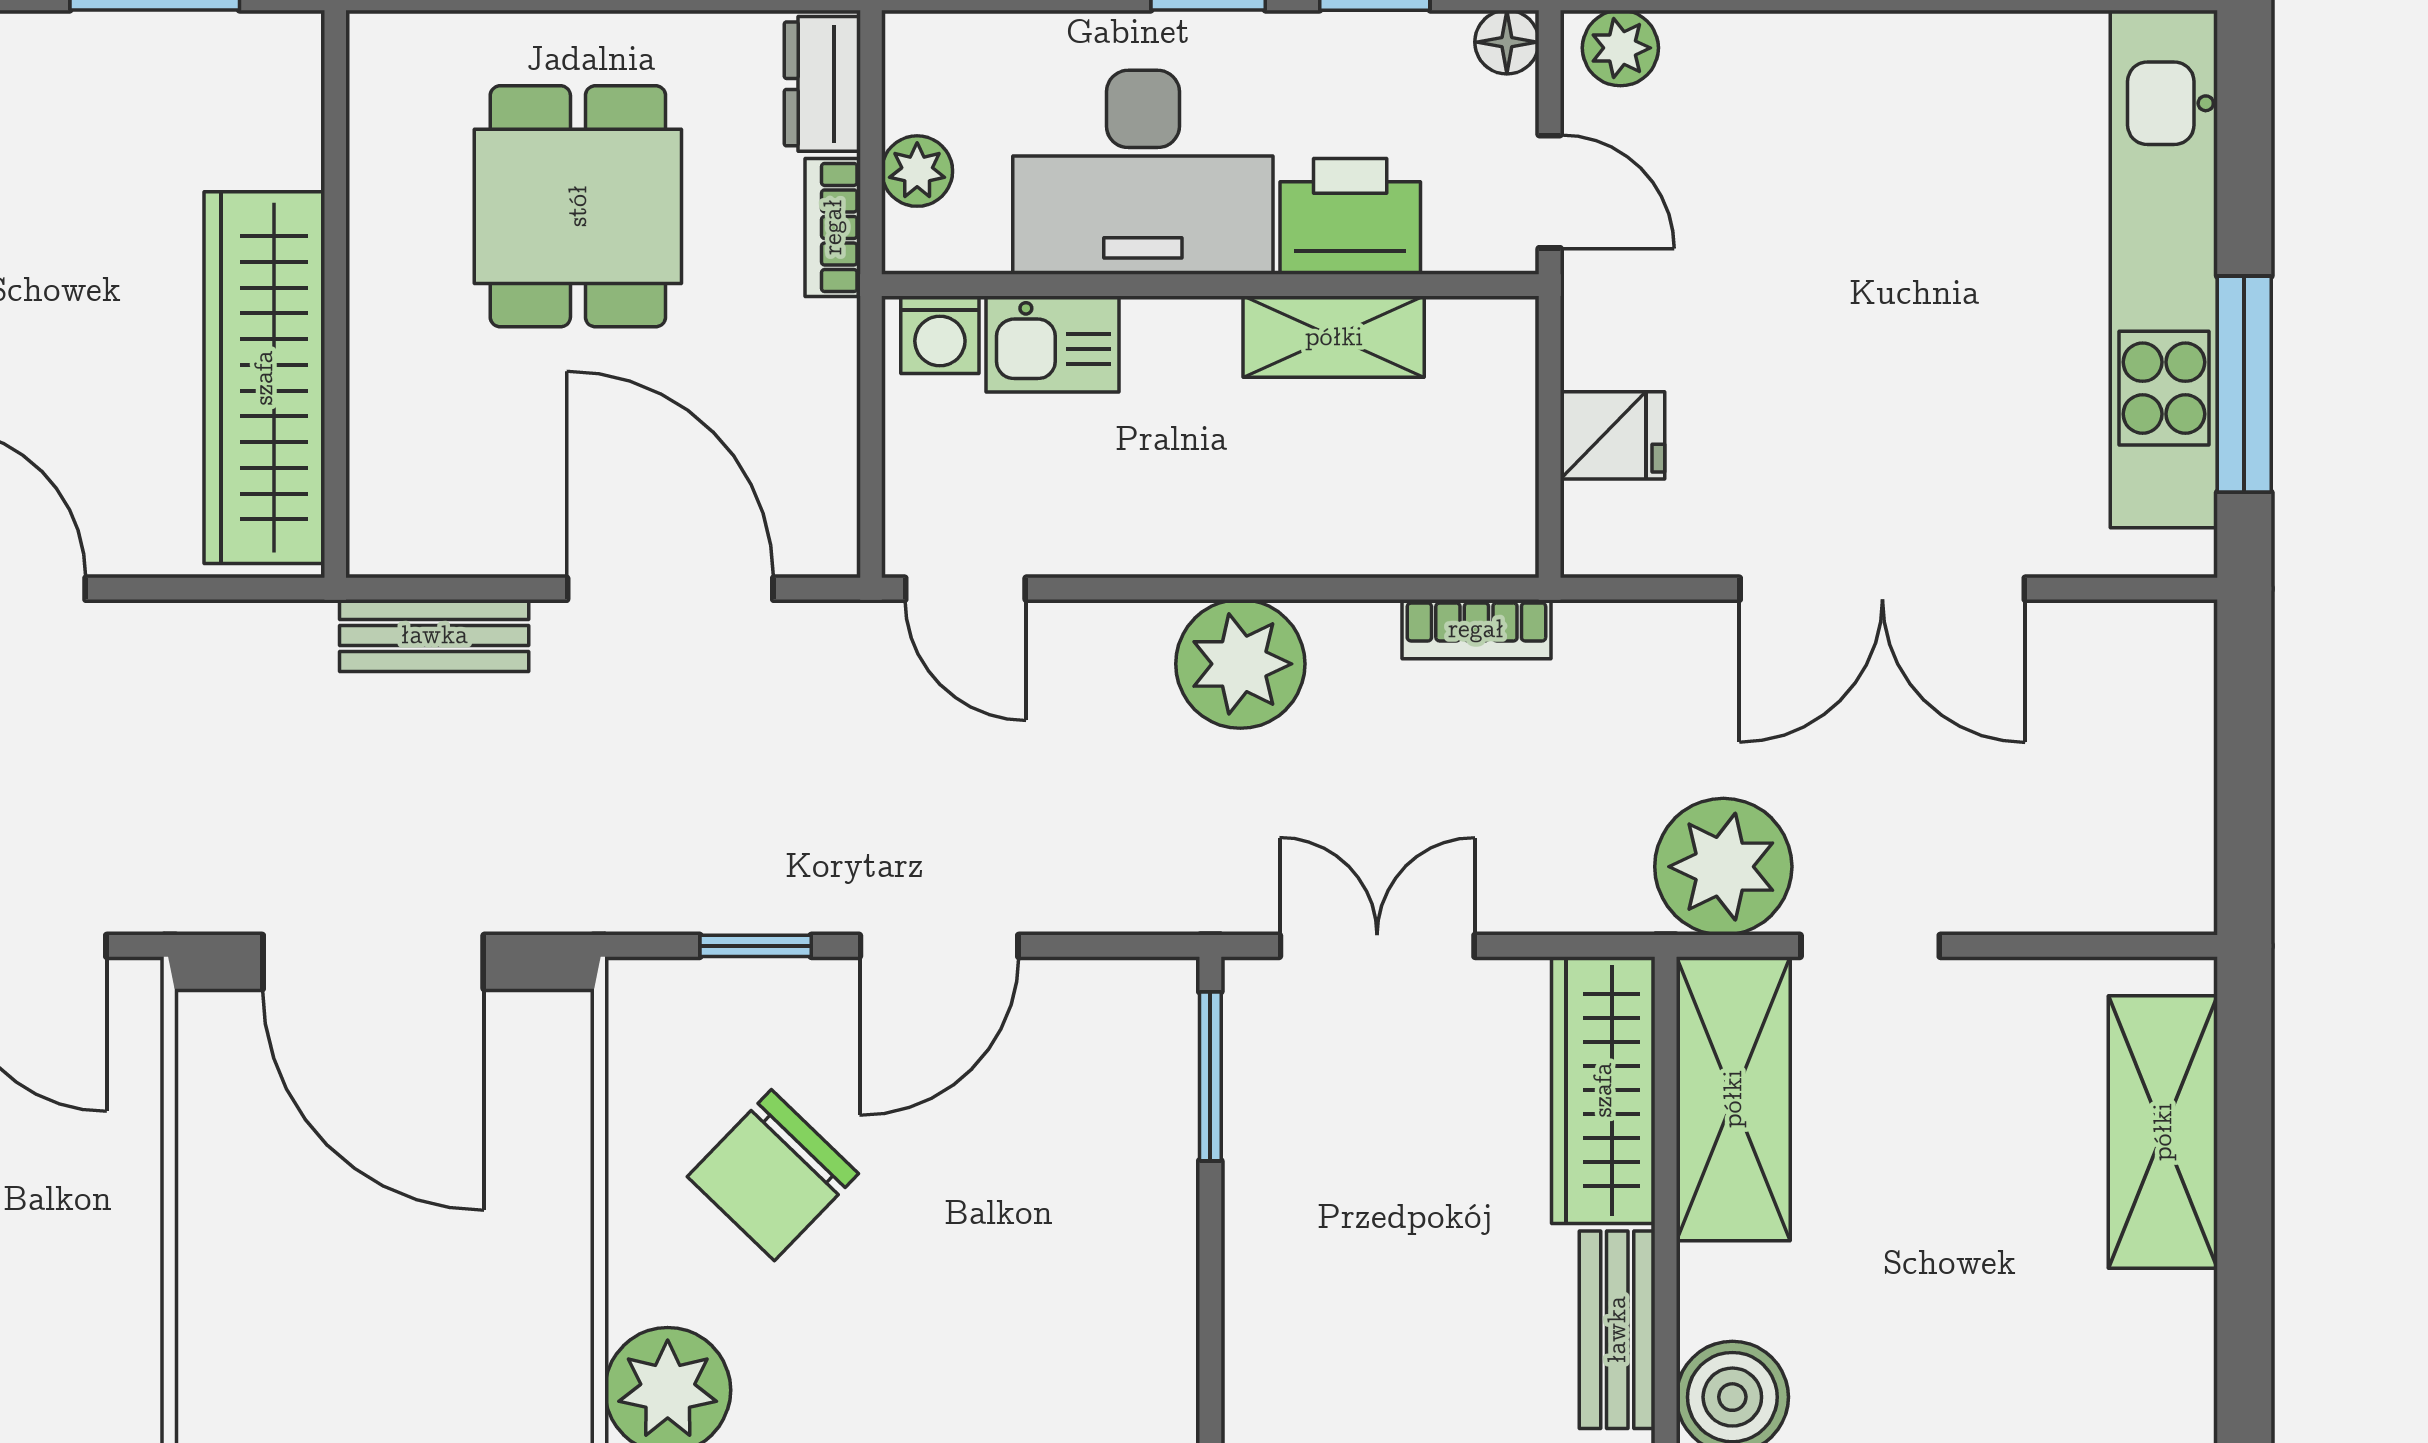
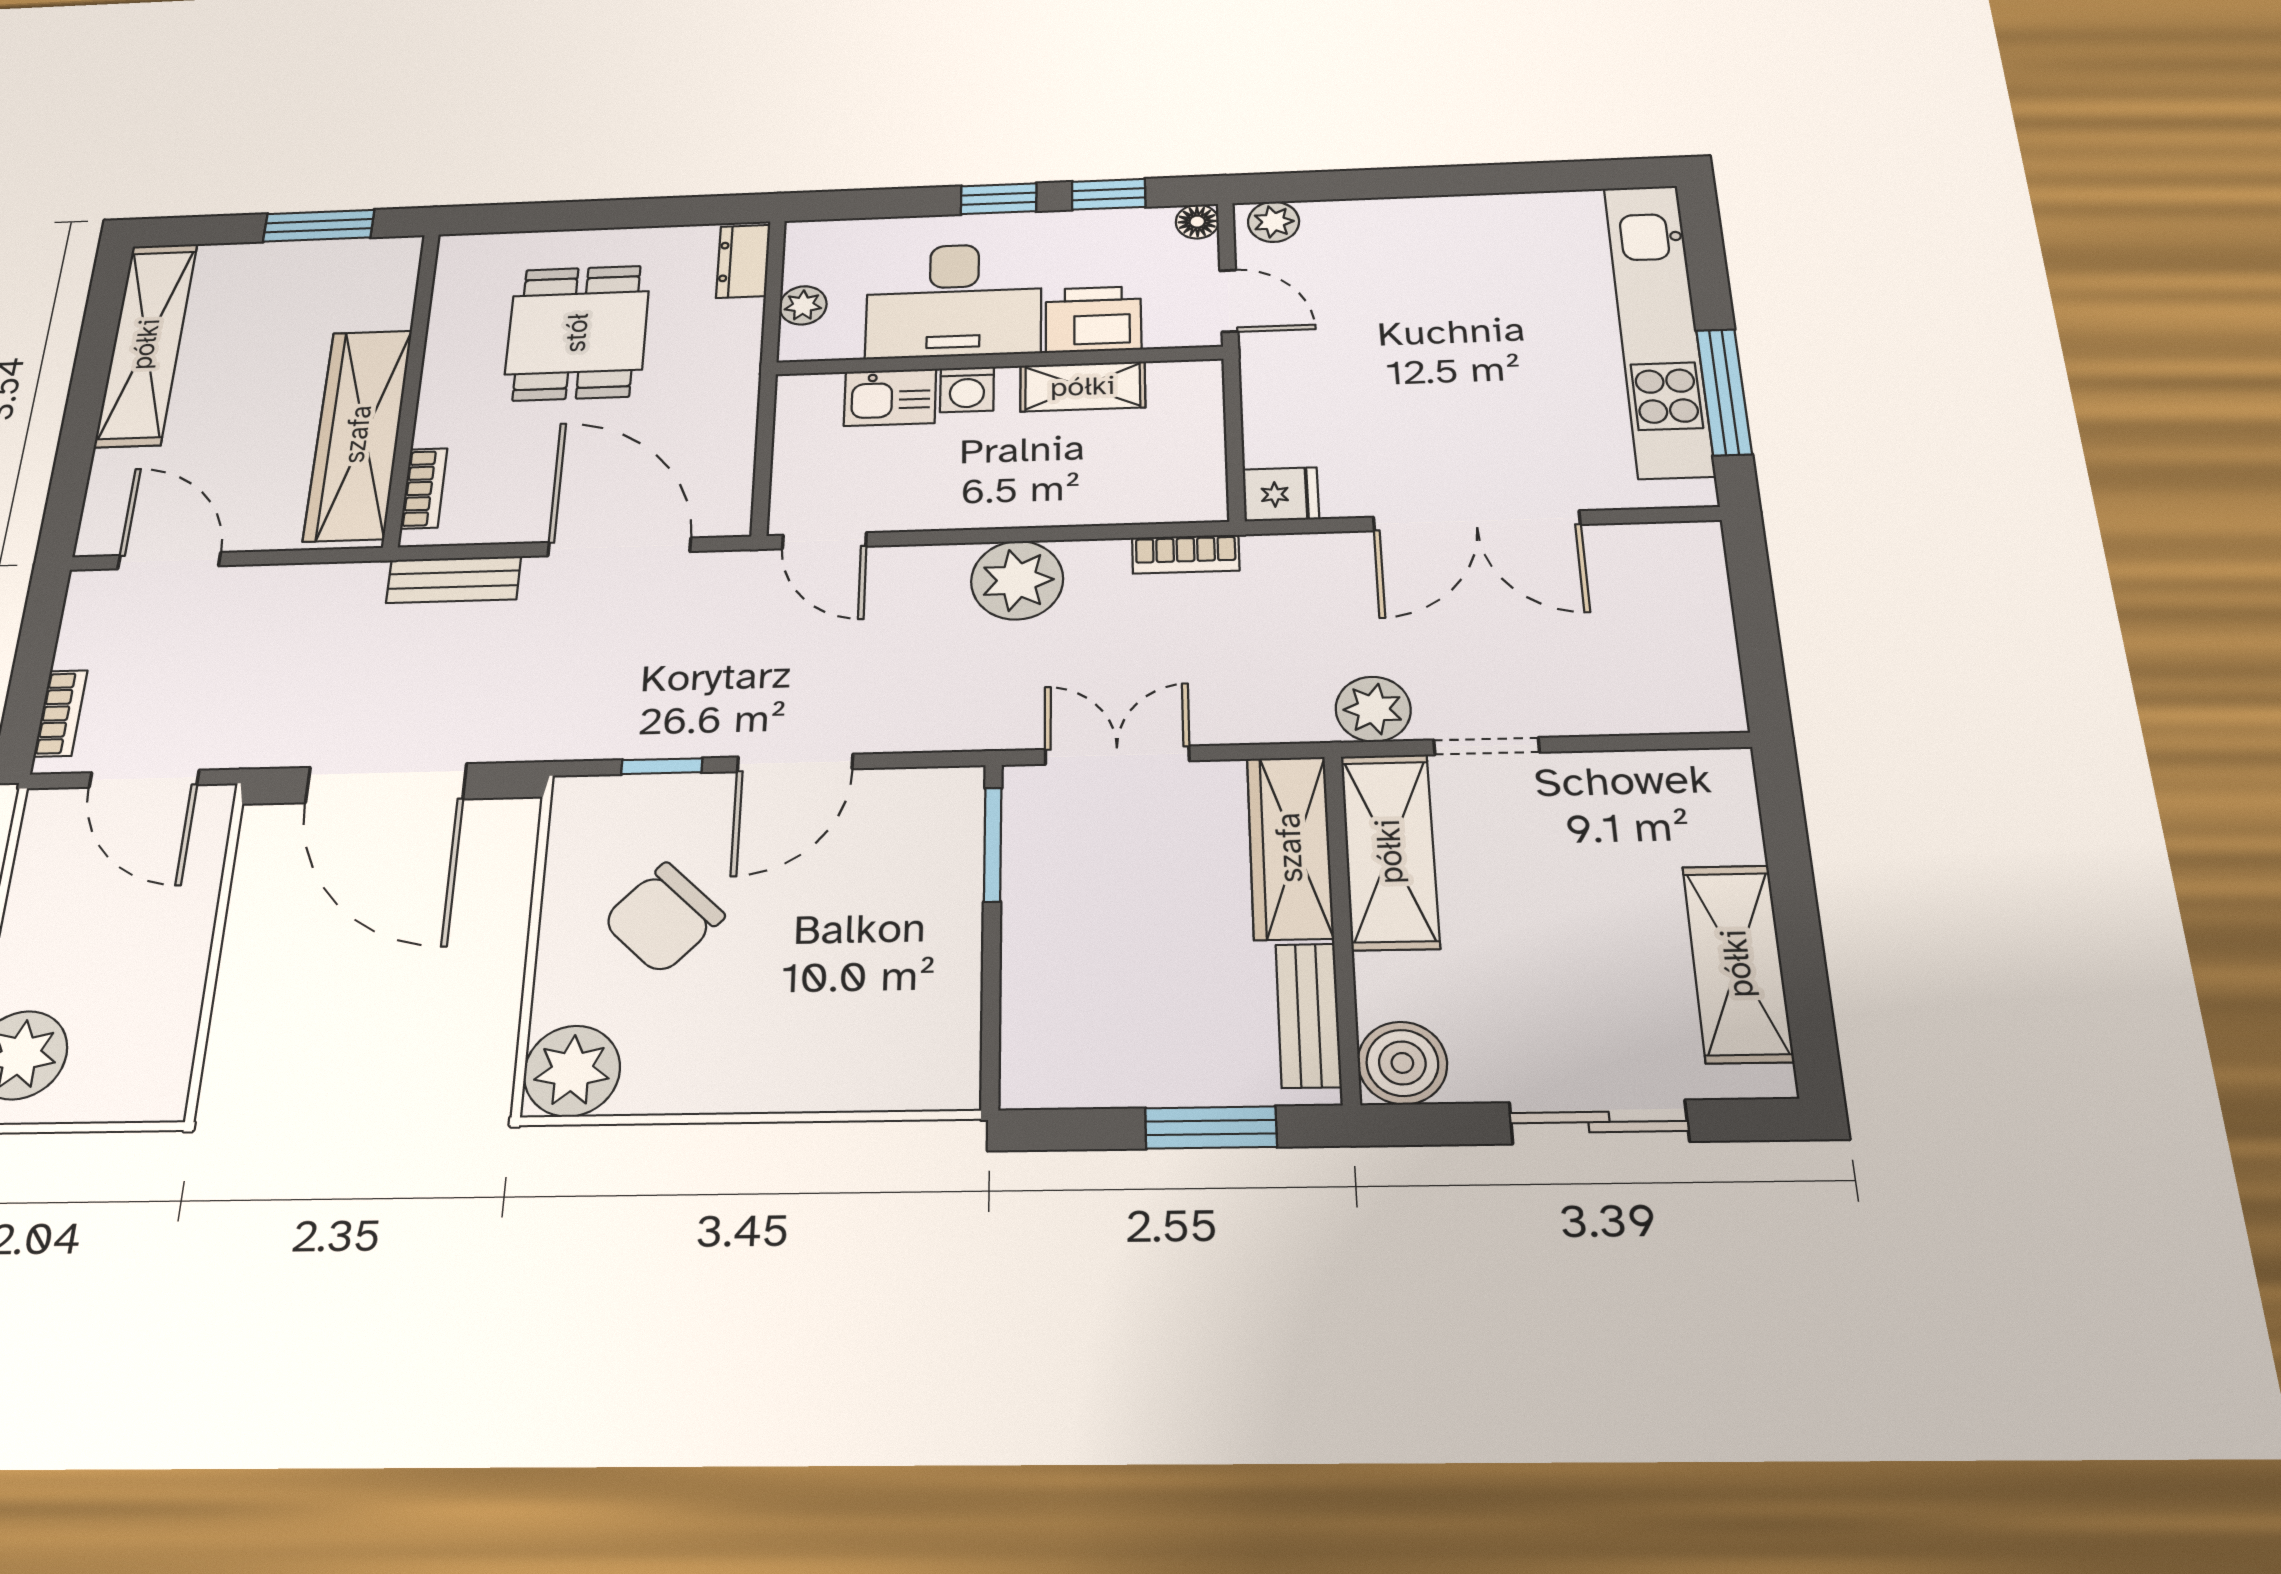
bookcase: (833, 227) -> (424, 488), moved, turned 180
washing machine: (940, 335) -> (967, 389), moved
fridge: (1613, 435) -> (1281, 494), moved
plant: (1723, 867) -> (1373, 709), width x0.73, depth x0.73
shelving: (2163, 1132) -> (1738, 963), moved

